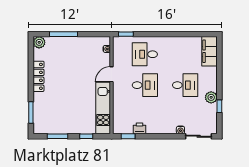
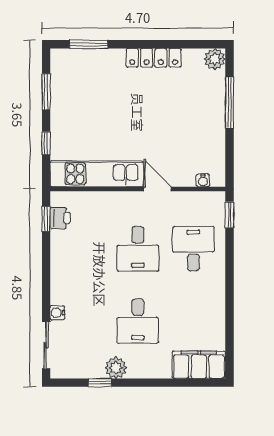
printer: (139, 128) -> (60, 218), moved

